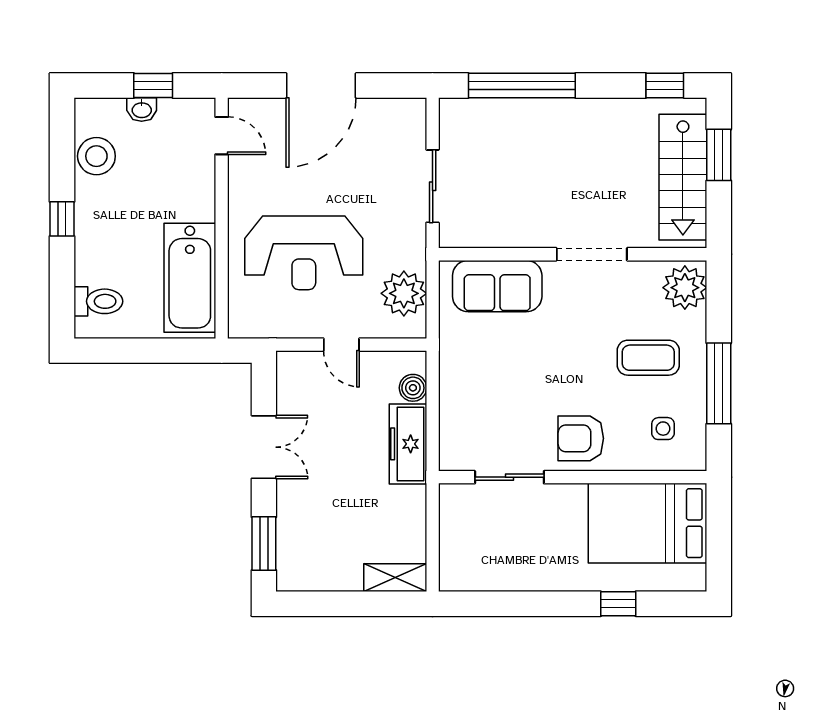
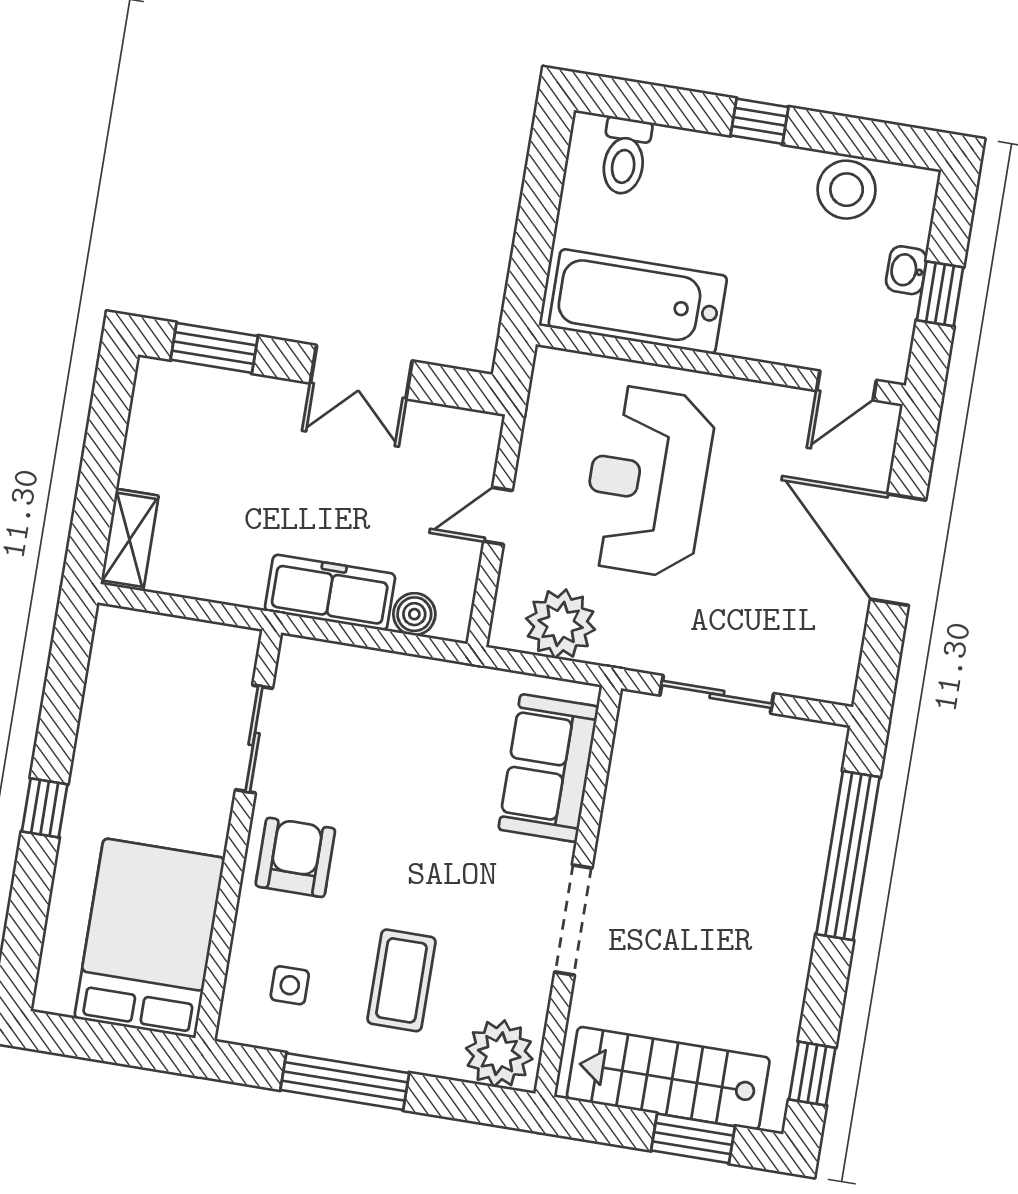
window: (618, 604) -> (45, 808), moved

